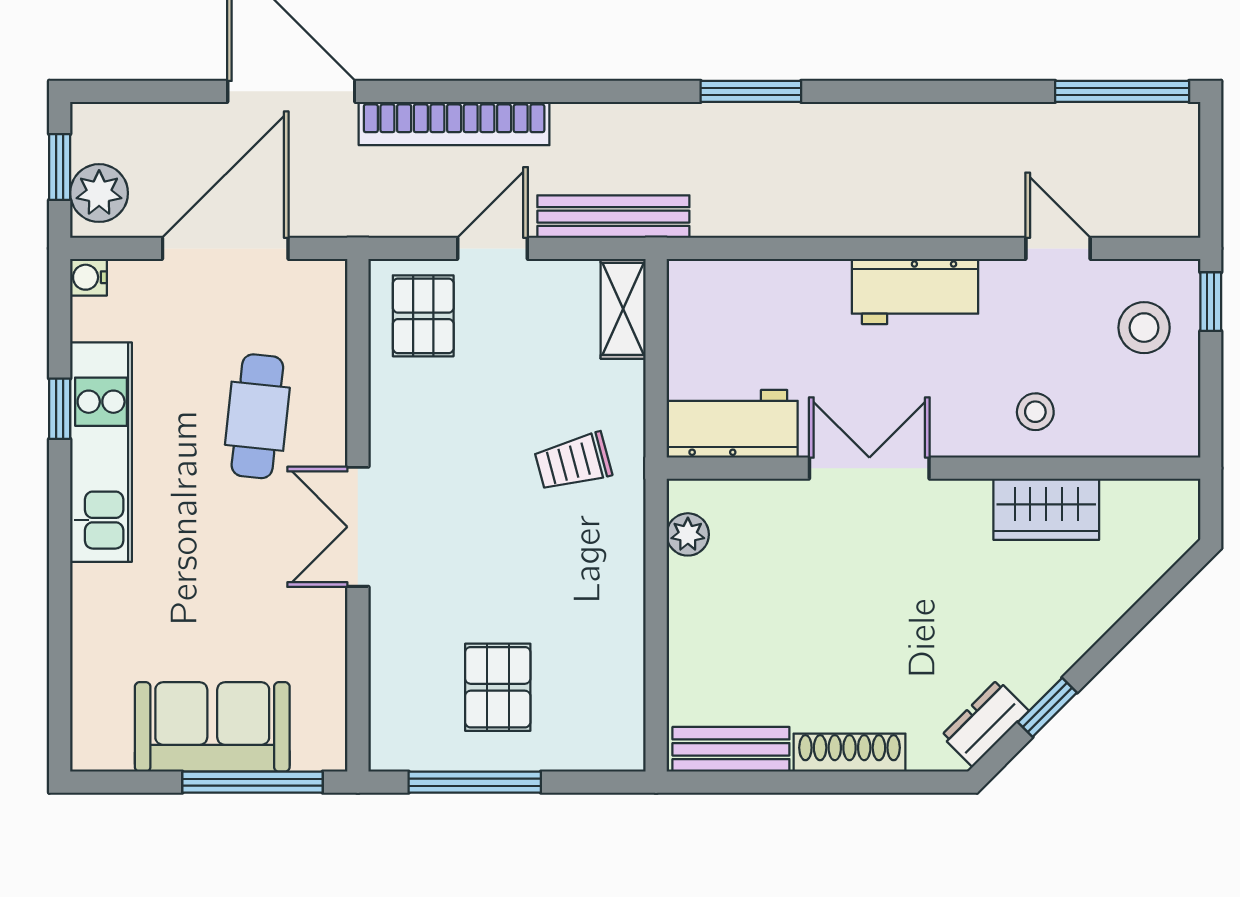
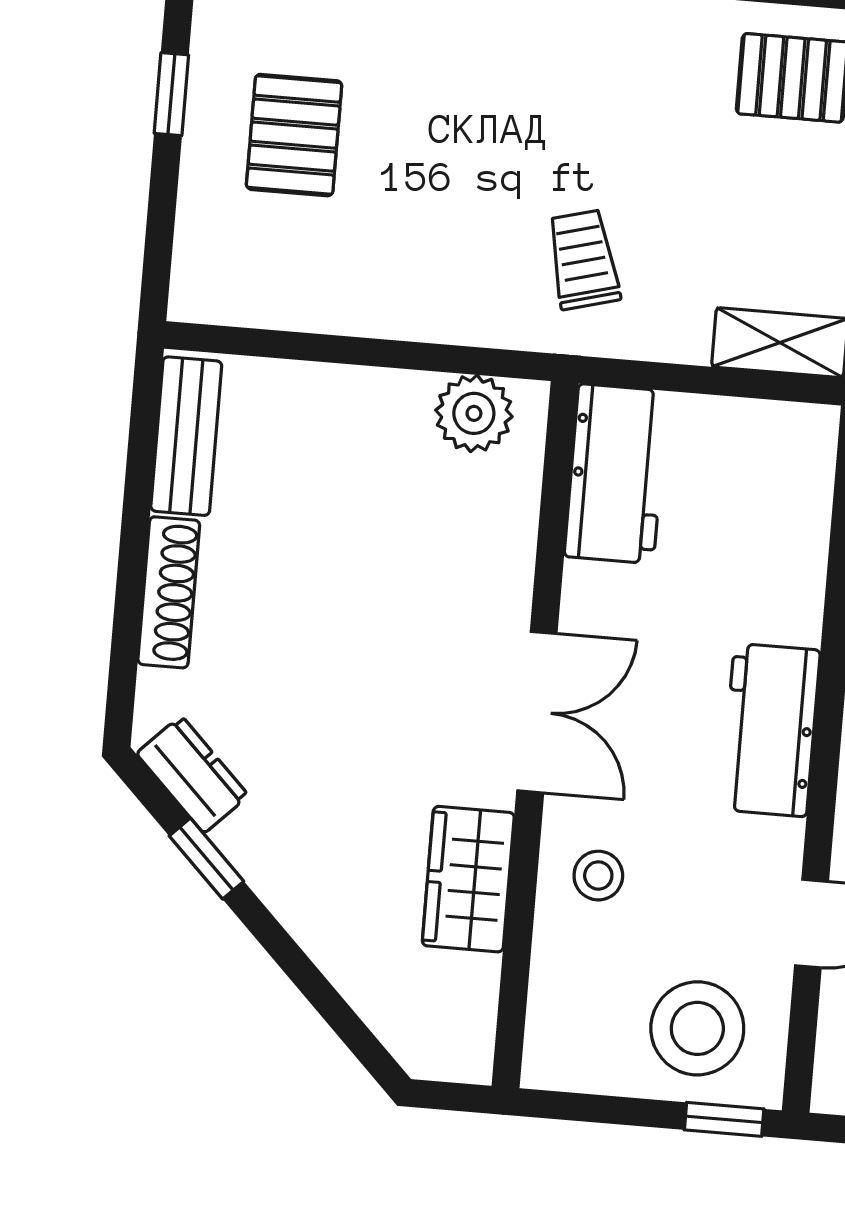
stool: (1144, 328) -> (697, 1028), width x1.38, depth x1.38
double door: (869, 468) -> (537, 712), moved
plant: (688, 534) -> (474, 413), width x1.38, depth x1.38
pallet: (498, 687) -> (294, 135), turned 90
window: (475, 782) -> (171, 94), width x0.46

